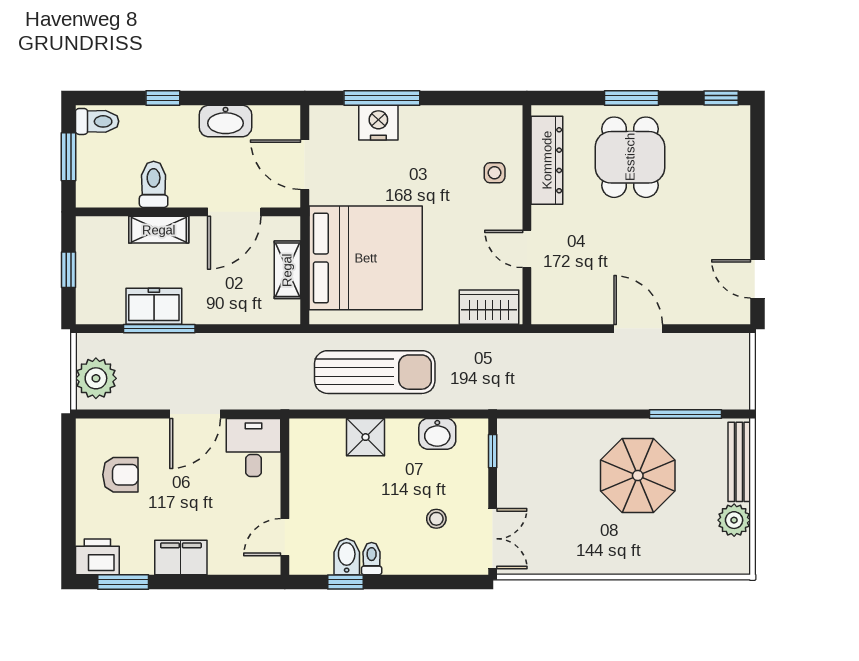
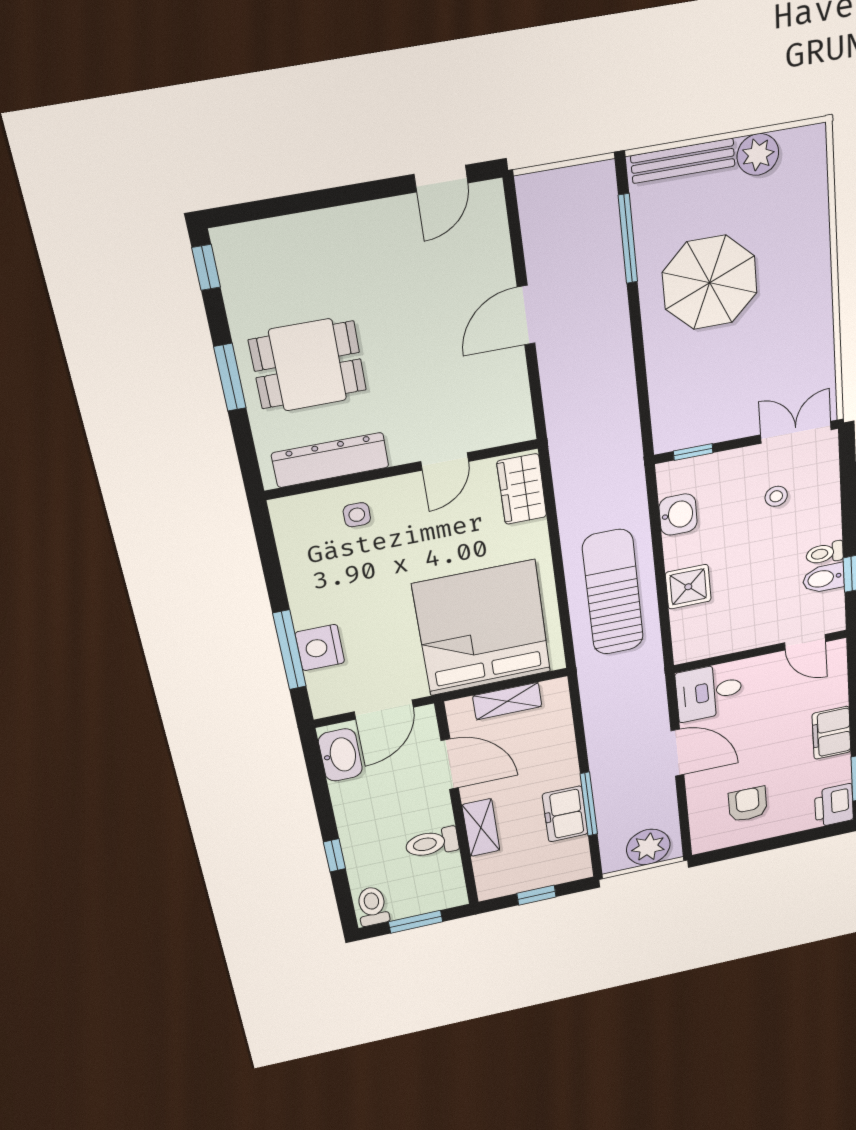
washbasin: (225, 121) -> (340, 755), moved

